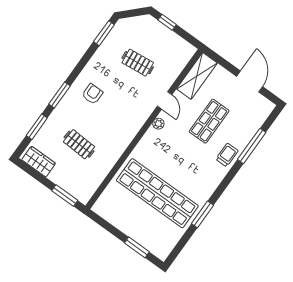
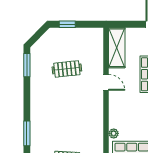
armchair: (92, 94) -> (50, 115), removed
plant: (158, 124) -> (114, 133), moved

